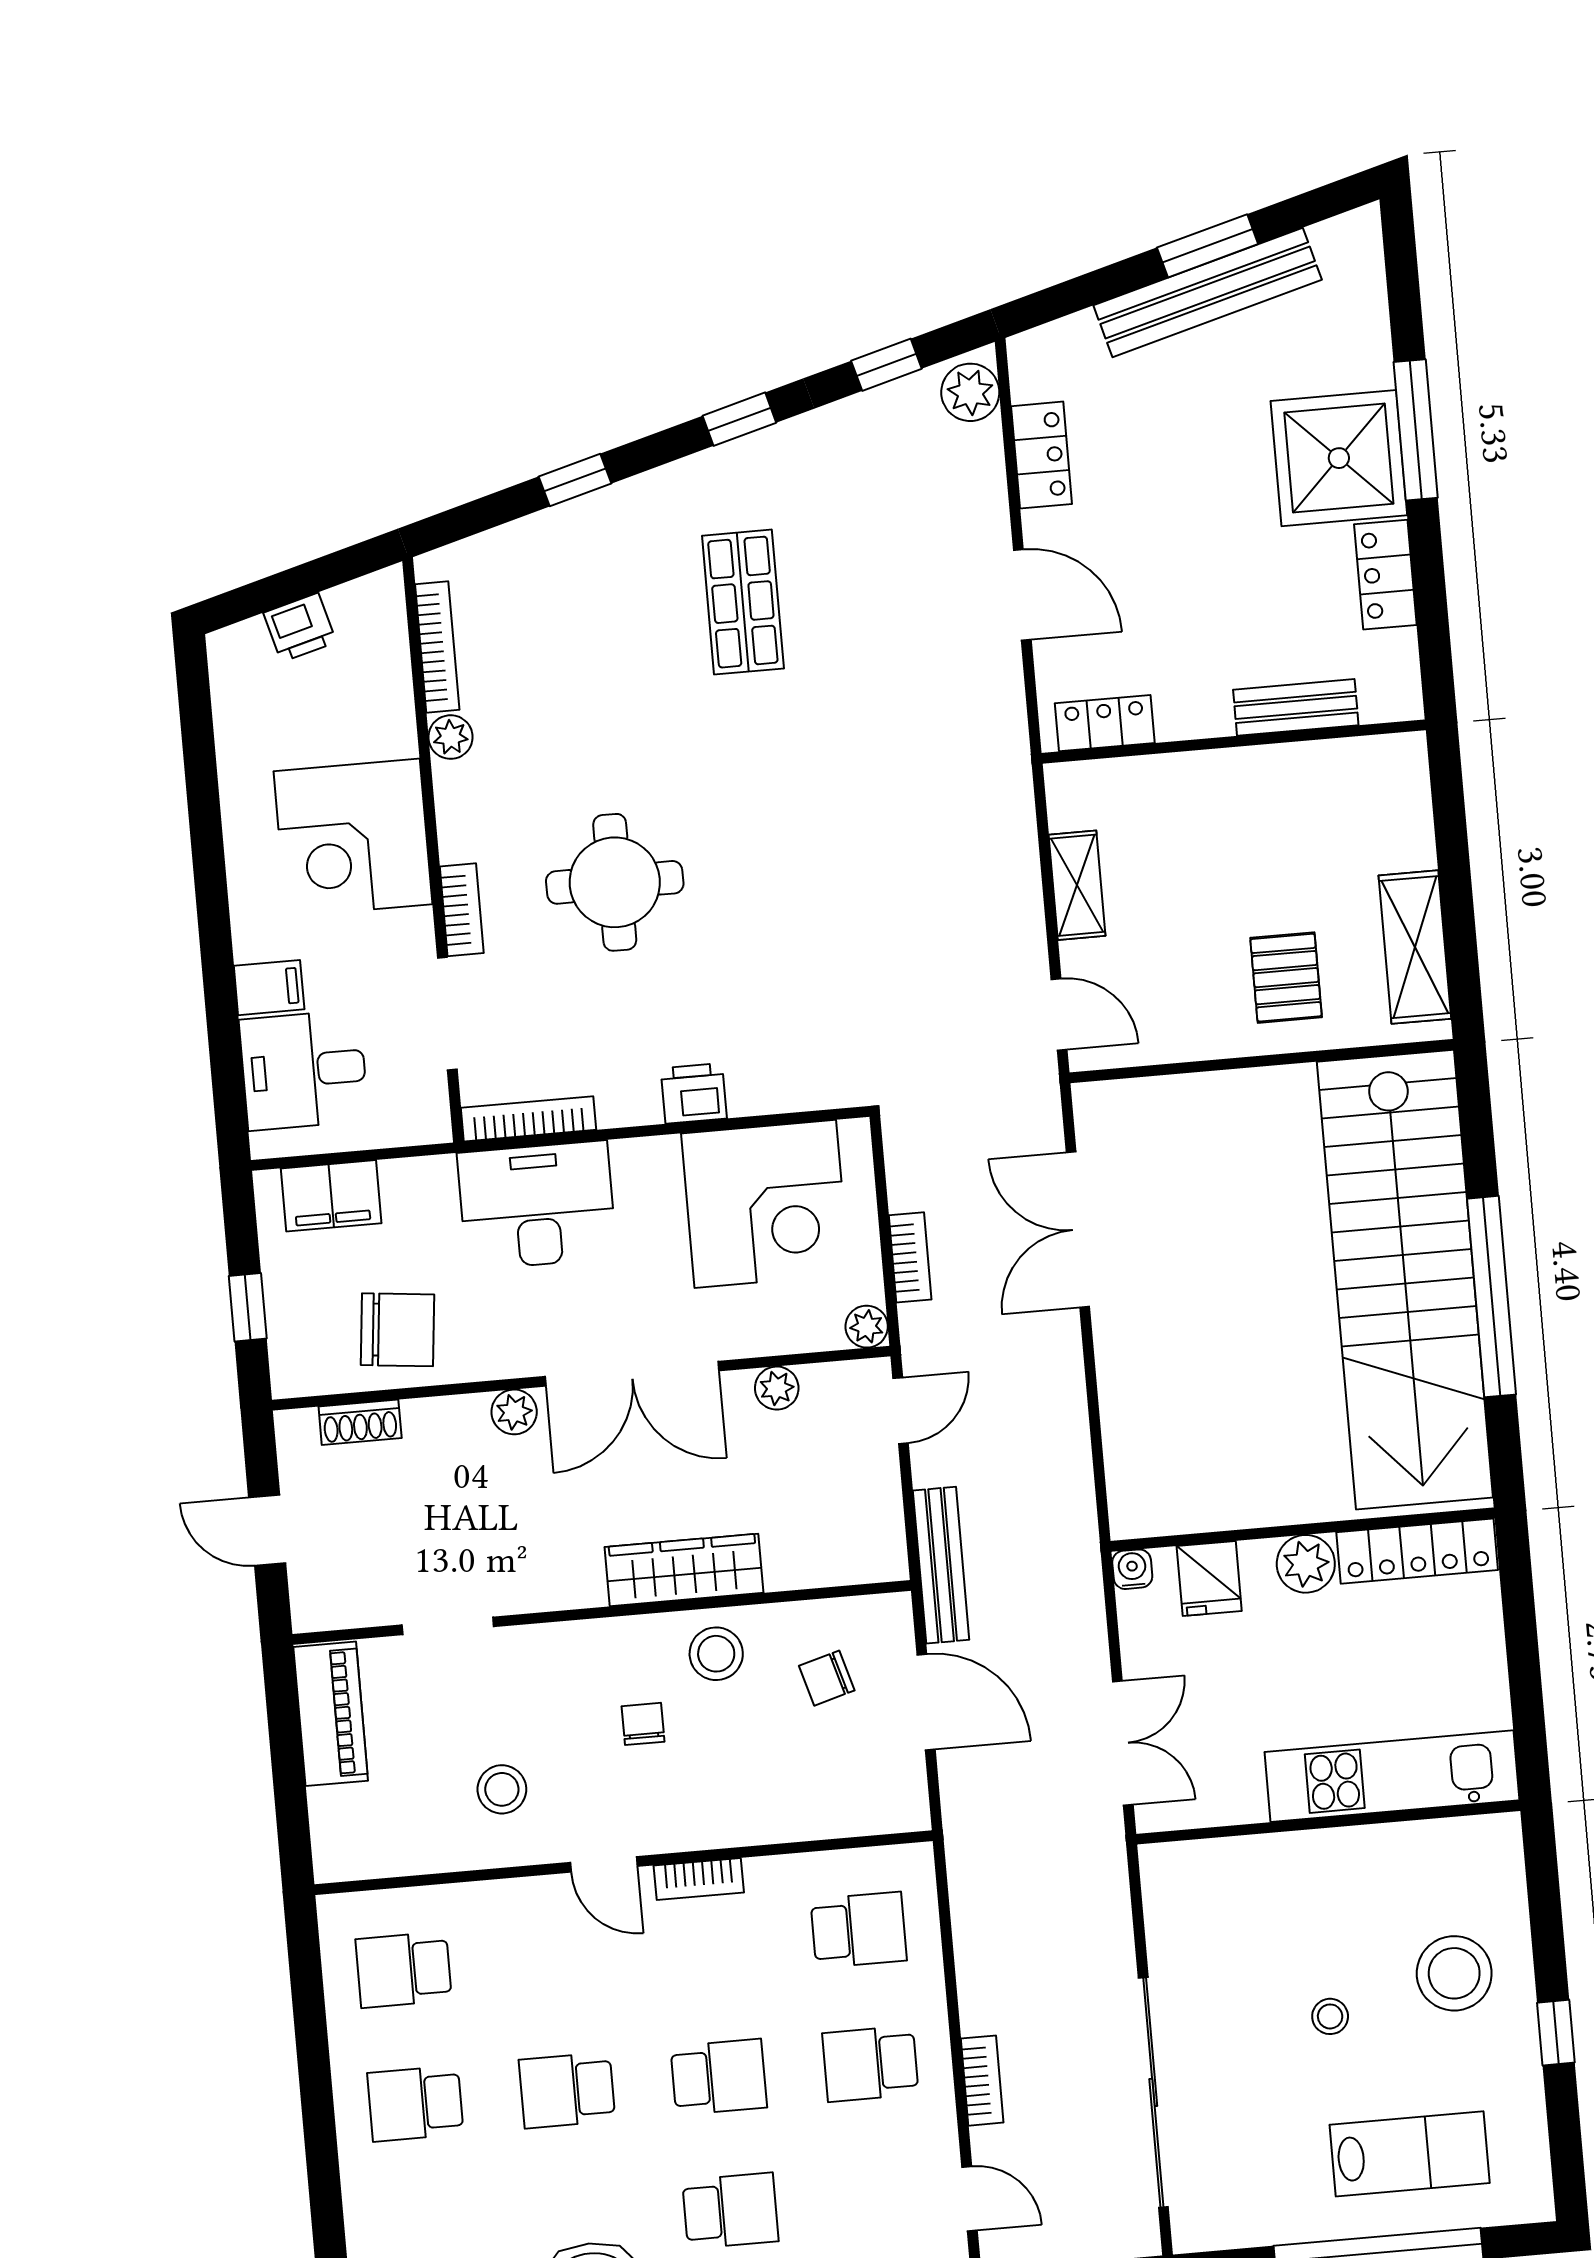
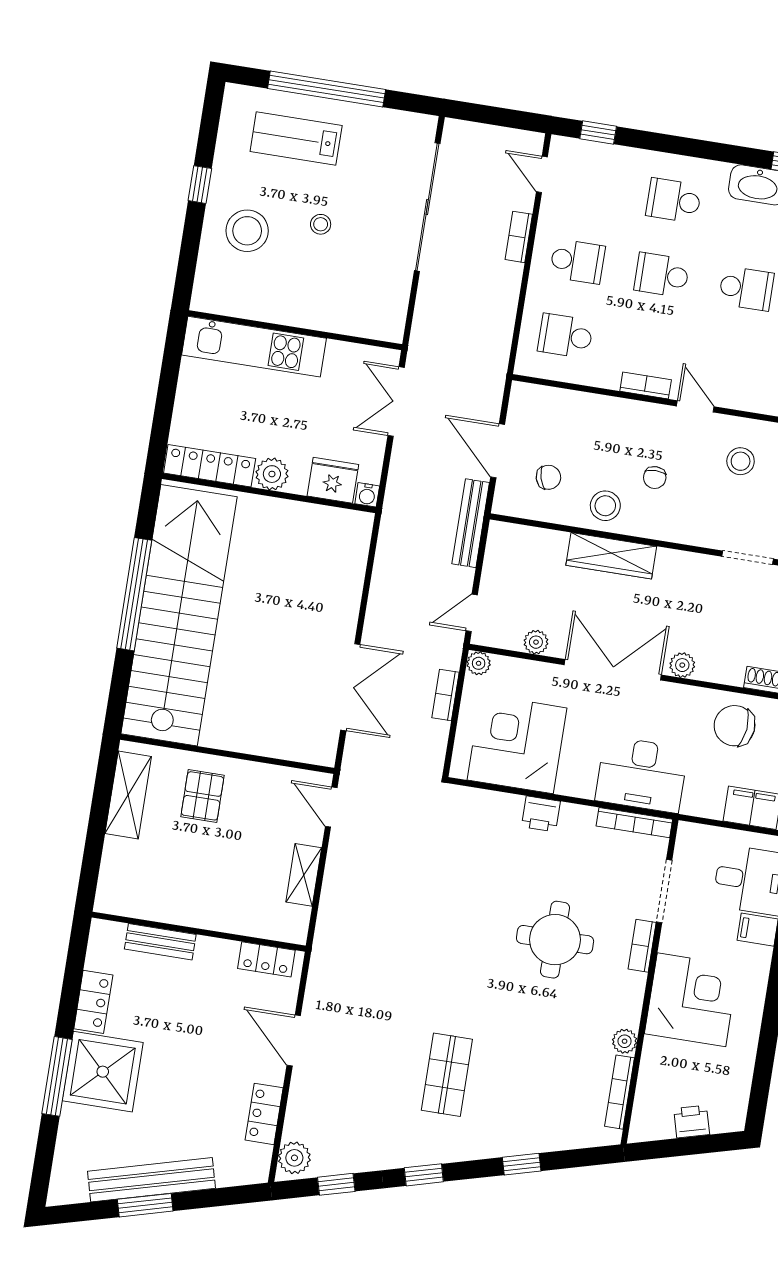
fridge: (1209, 1578) -> (333, 480), width x1.38

